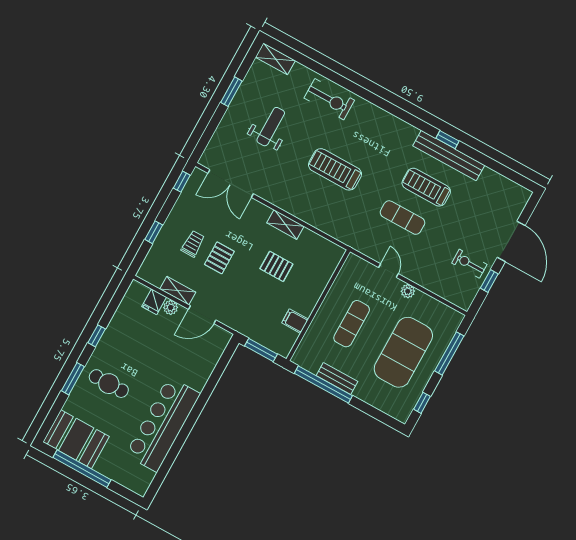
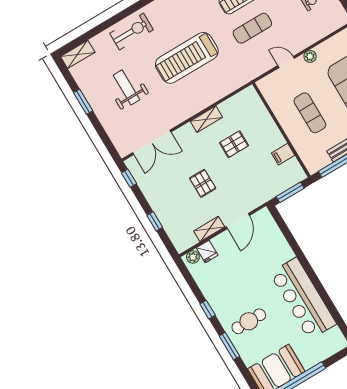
treadmill: (335, 169) -> (187, 58), width x1.37, depth x1.38
trolley: (193, 244) -> (181, 197), removed
plant: (171, 307) -> (193, 257), moved

